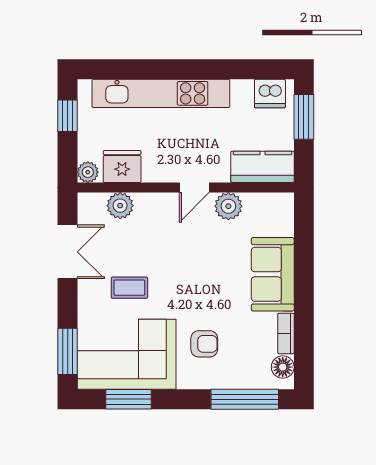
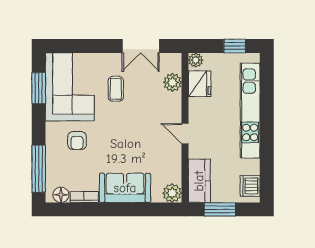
window: (304, 117) -> (220, 209), moved
plant: (228, 206) -> (172, 193), moved
window: (68, 351) -> (72, 46), removed

